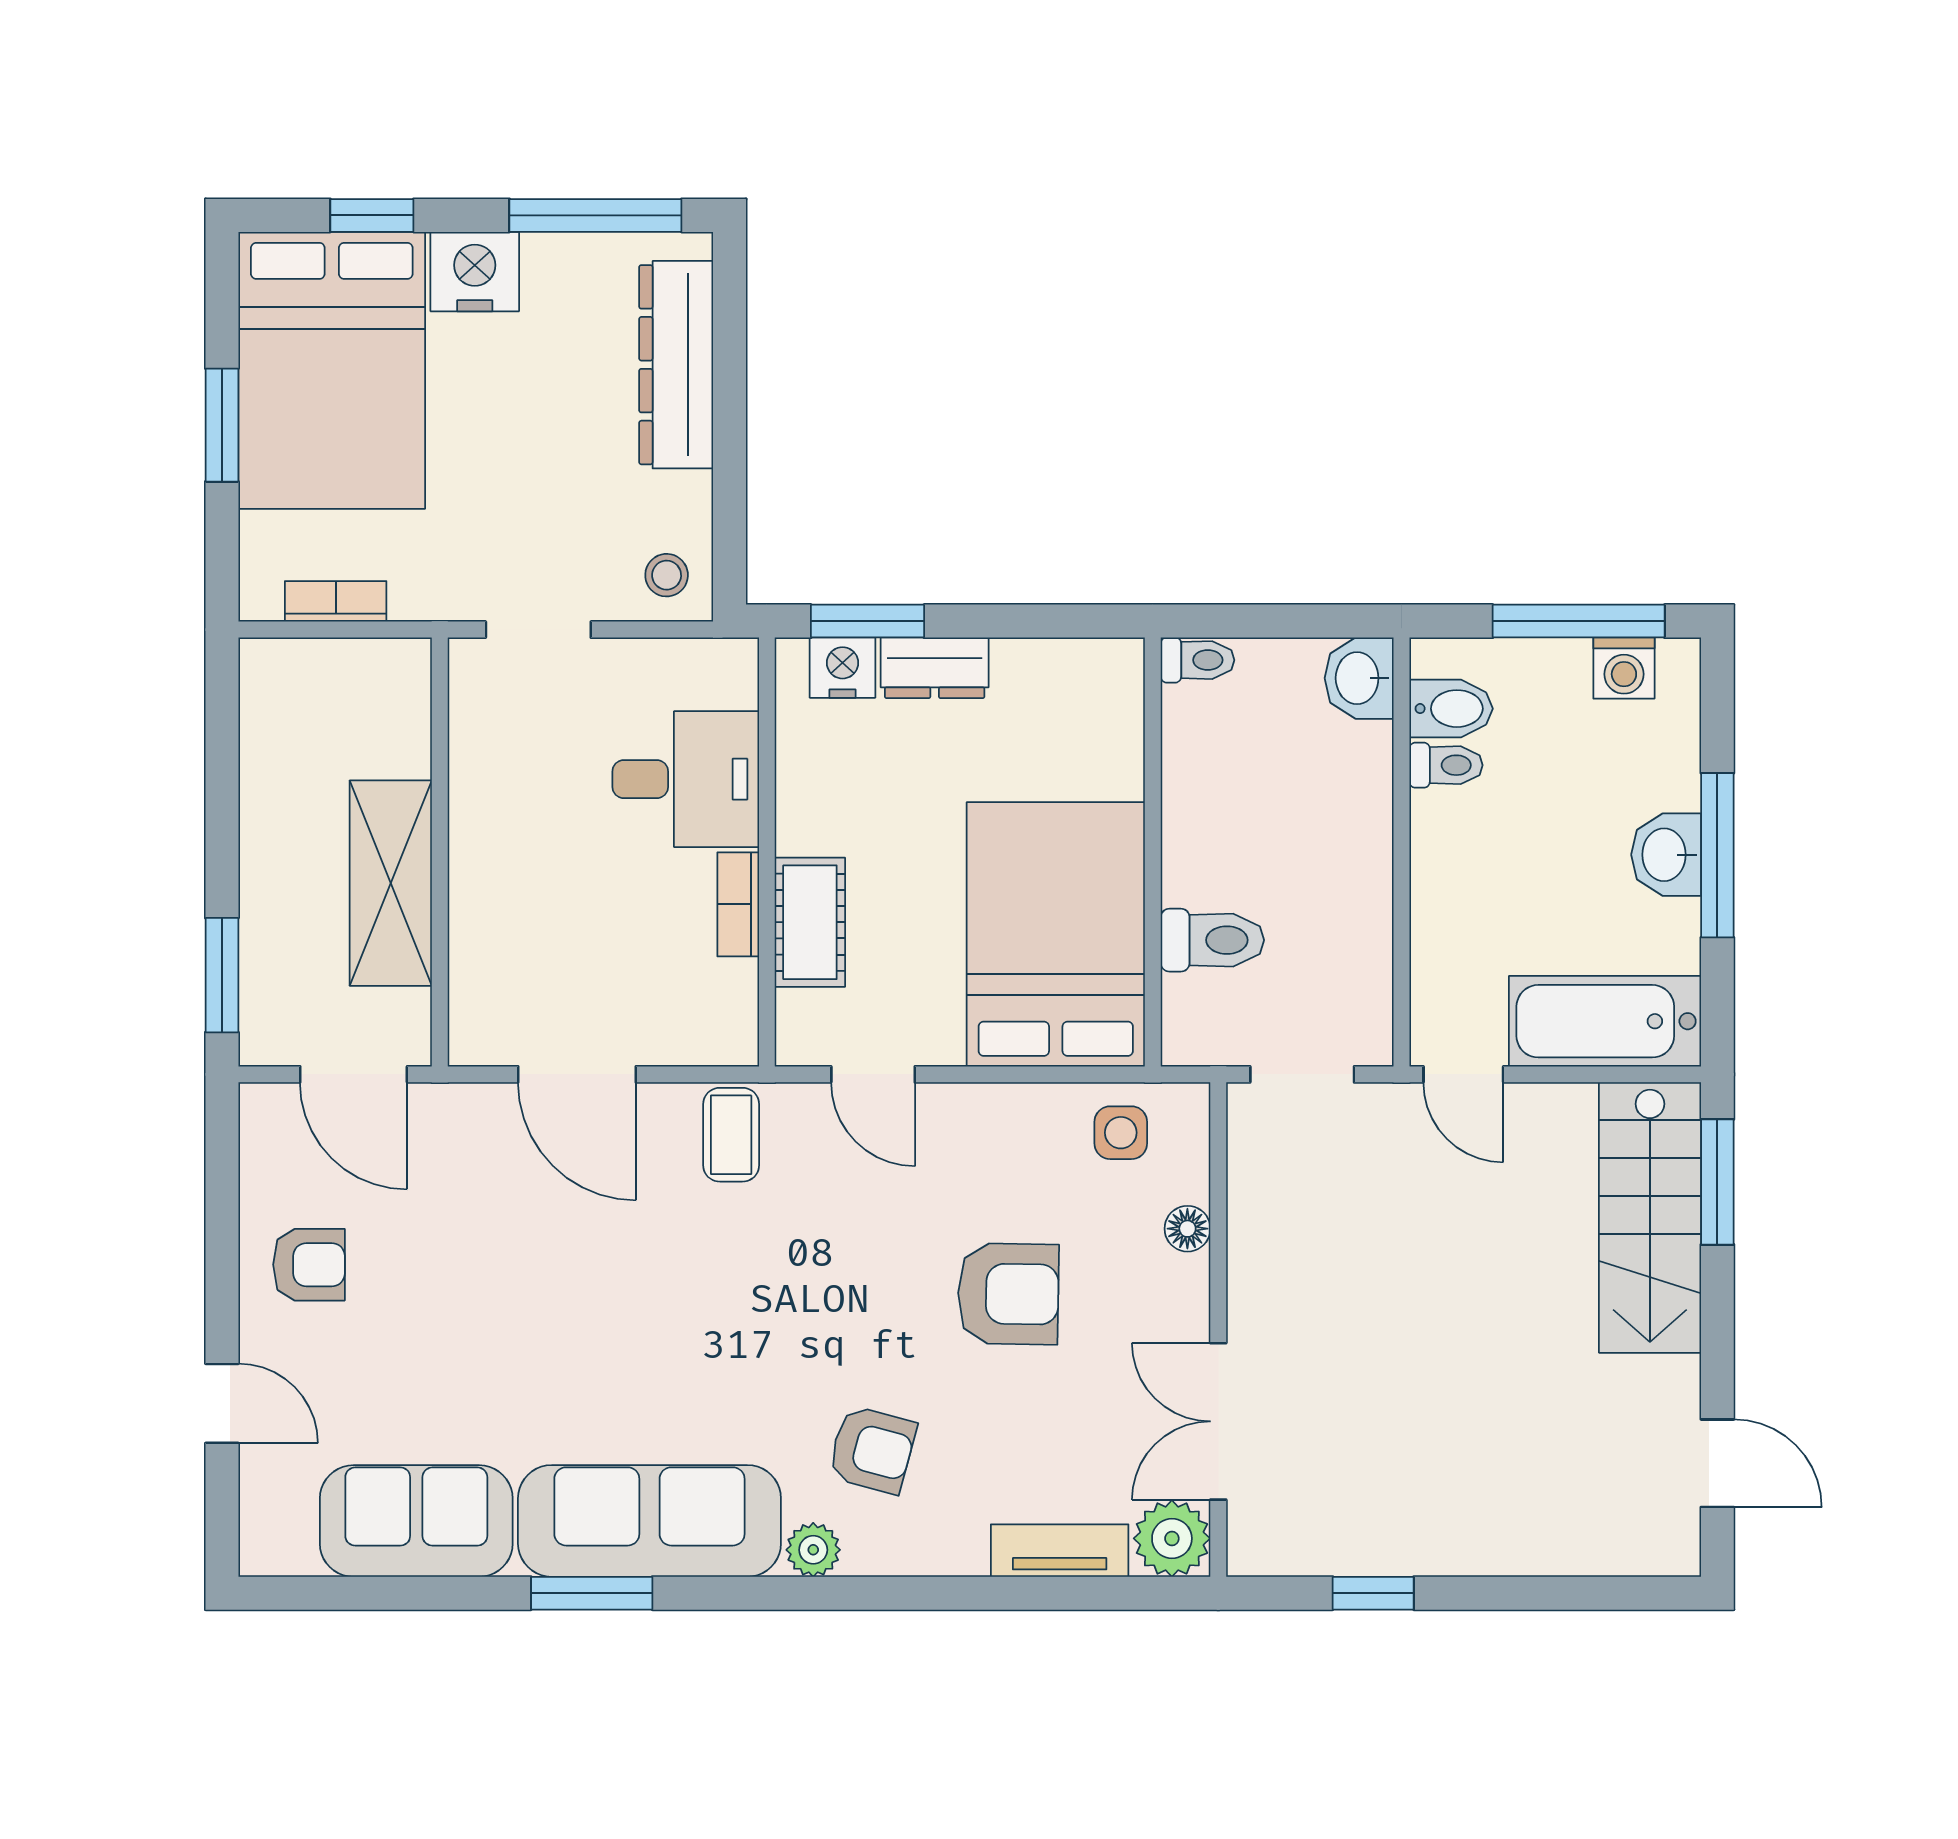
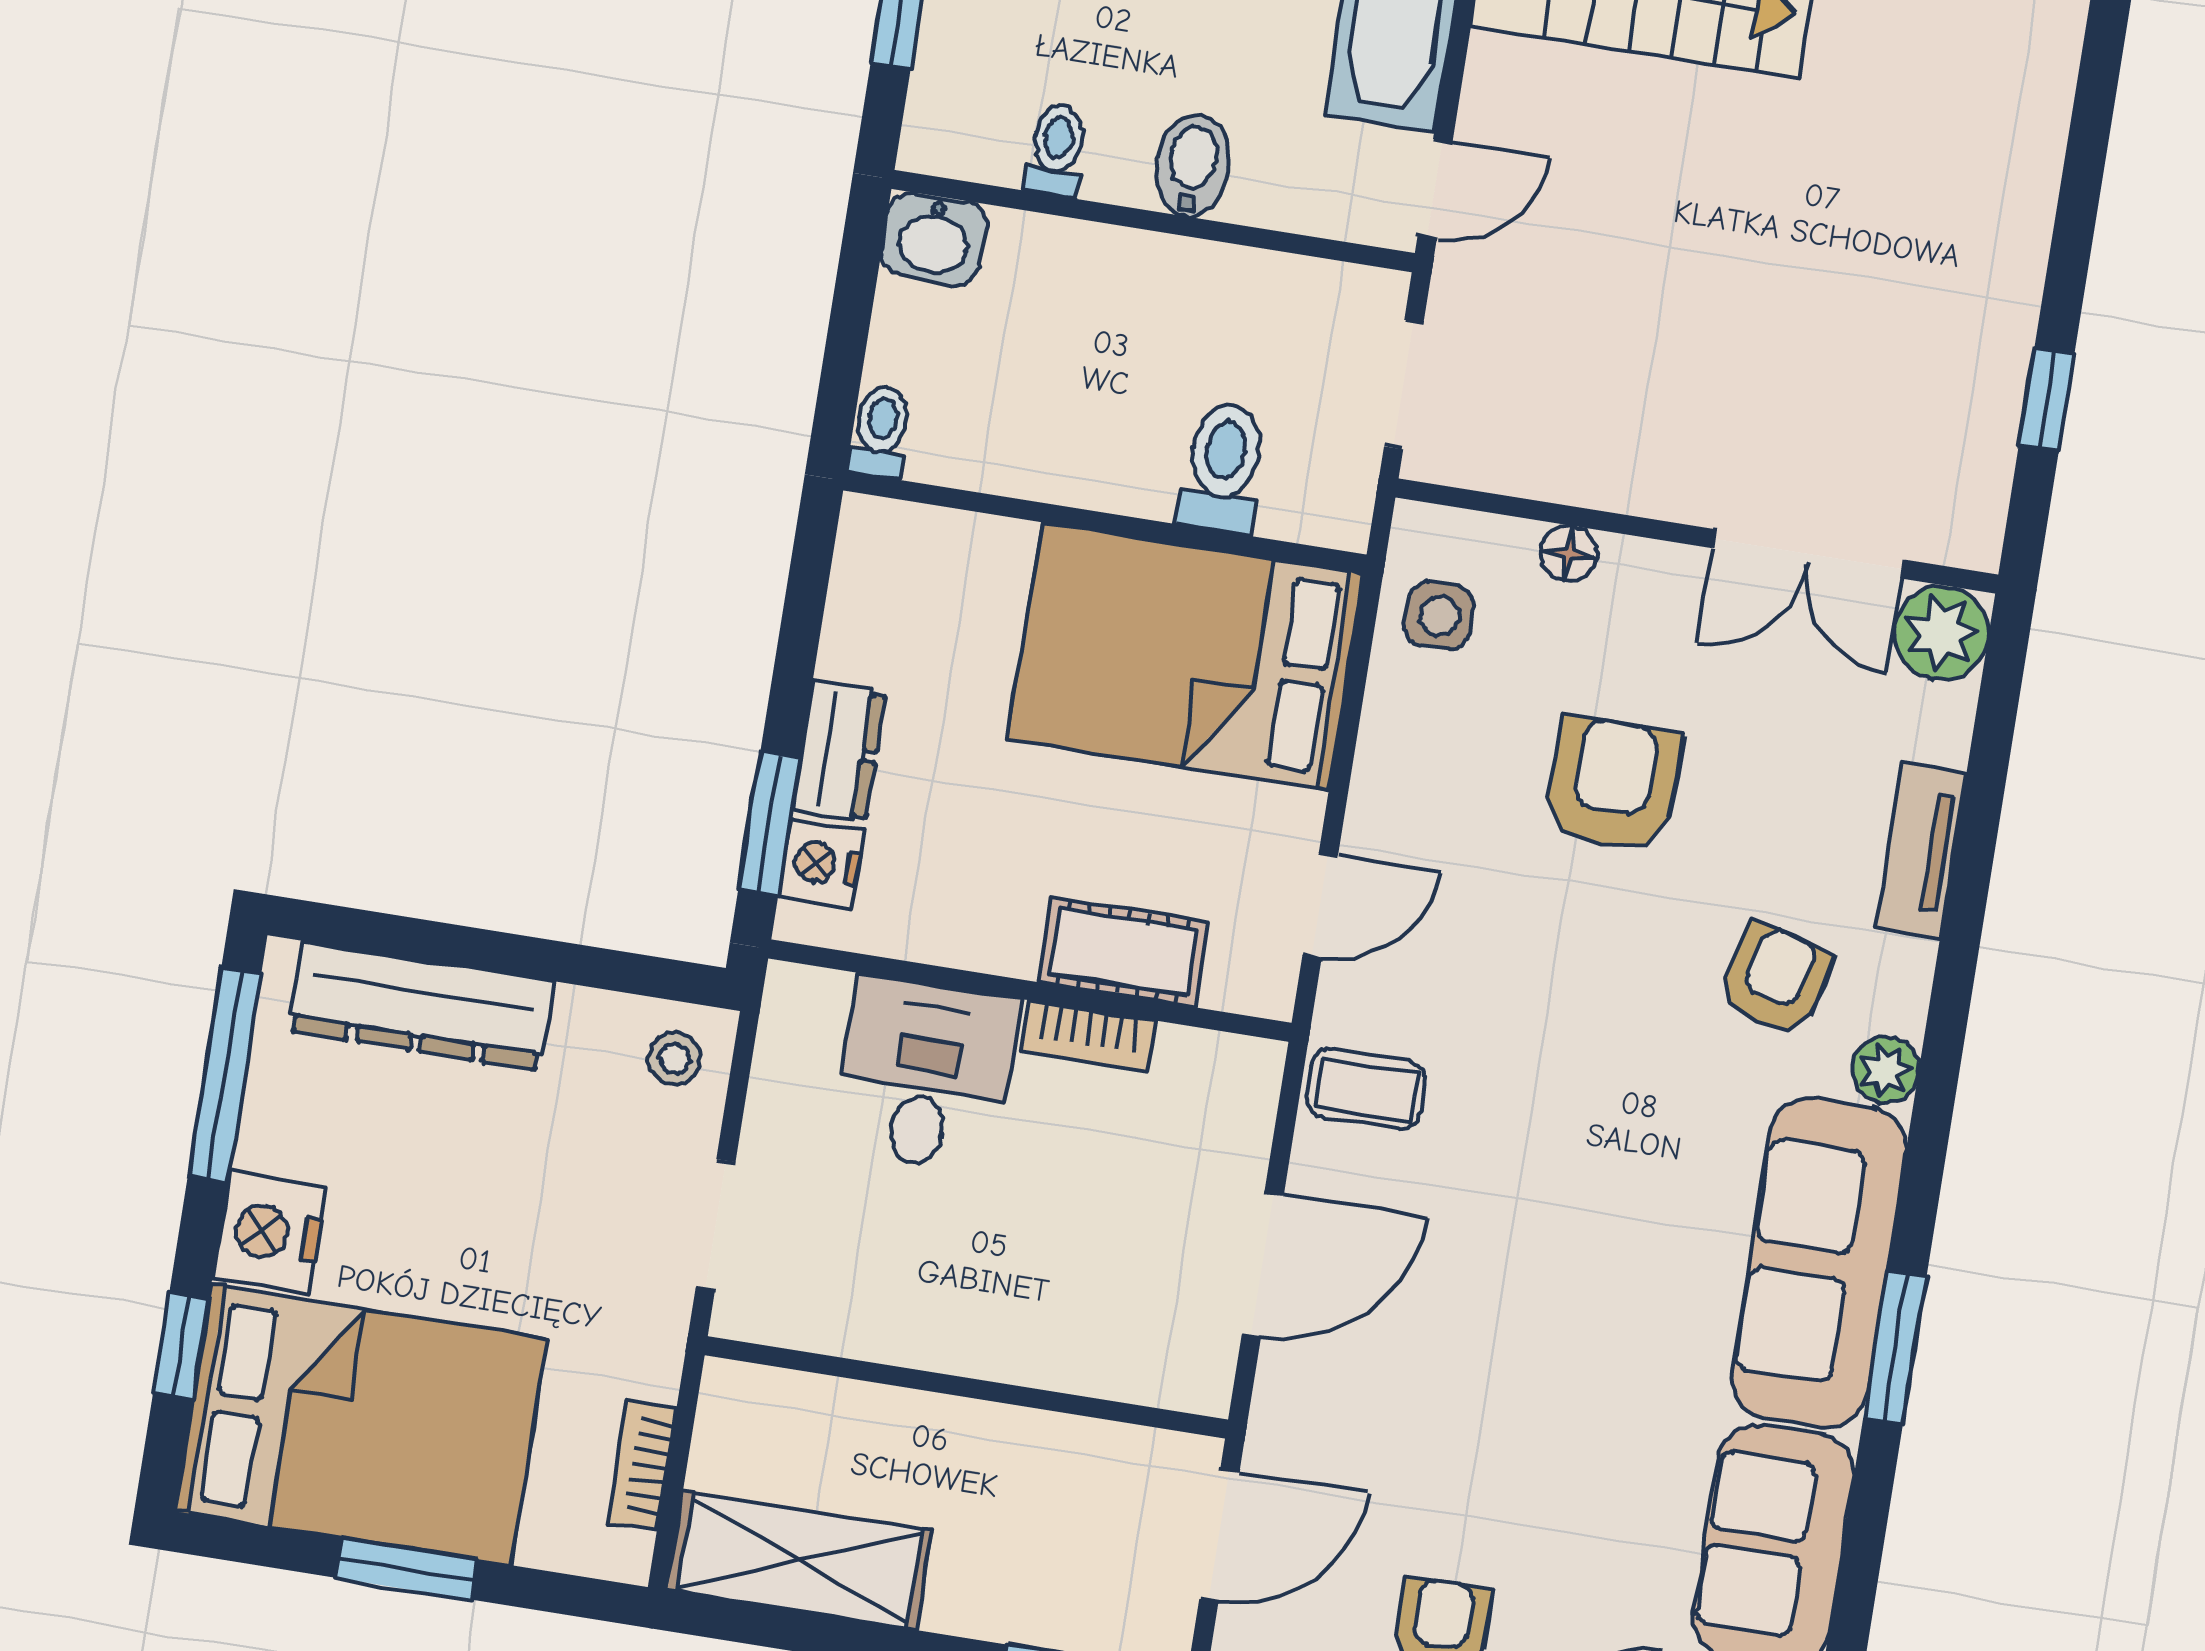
bidet: (1451, 709) -> (1193, 166), moved
shelving: (391, 883) -> (800, 1560), moved
tv unit: (1060, 1551) -> (1921, 851), moved

